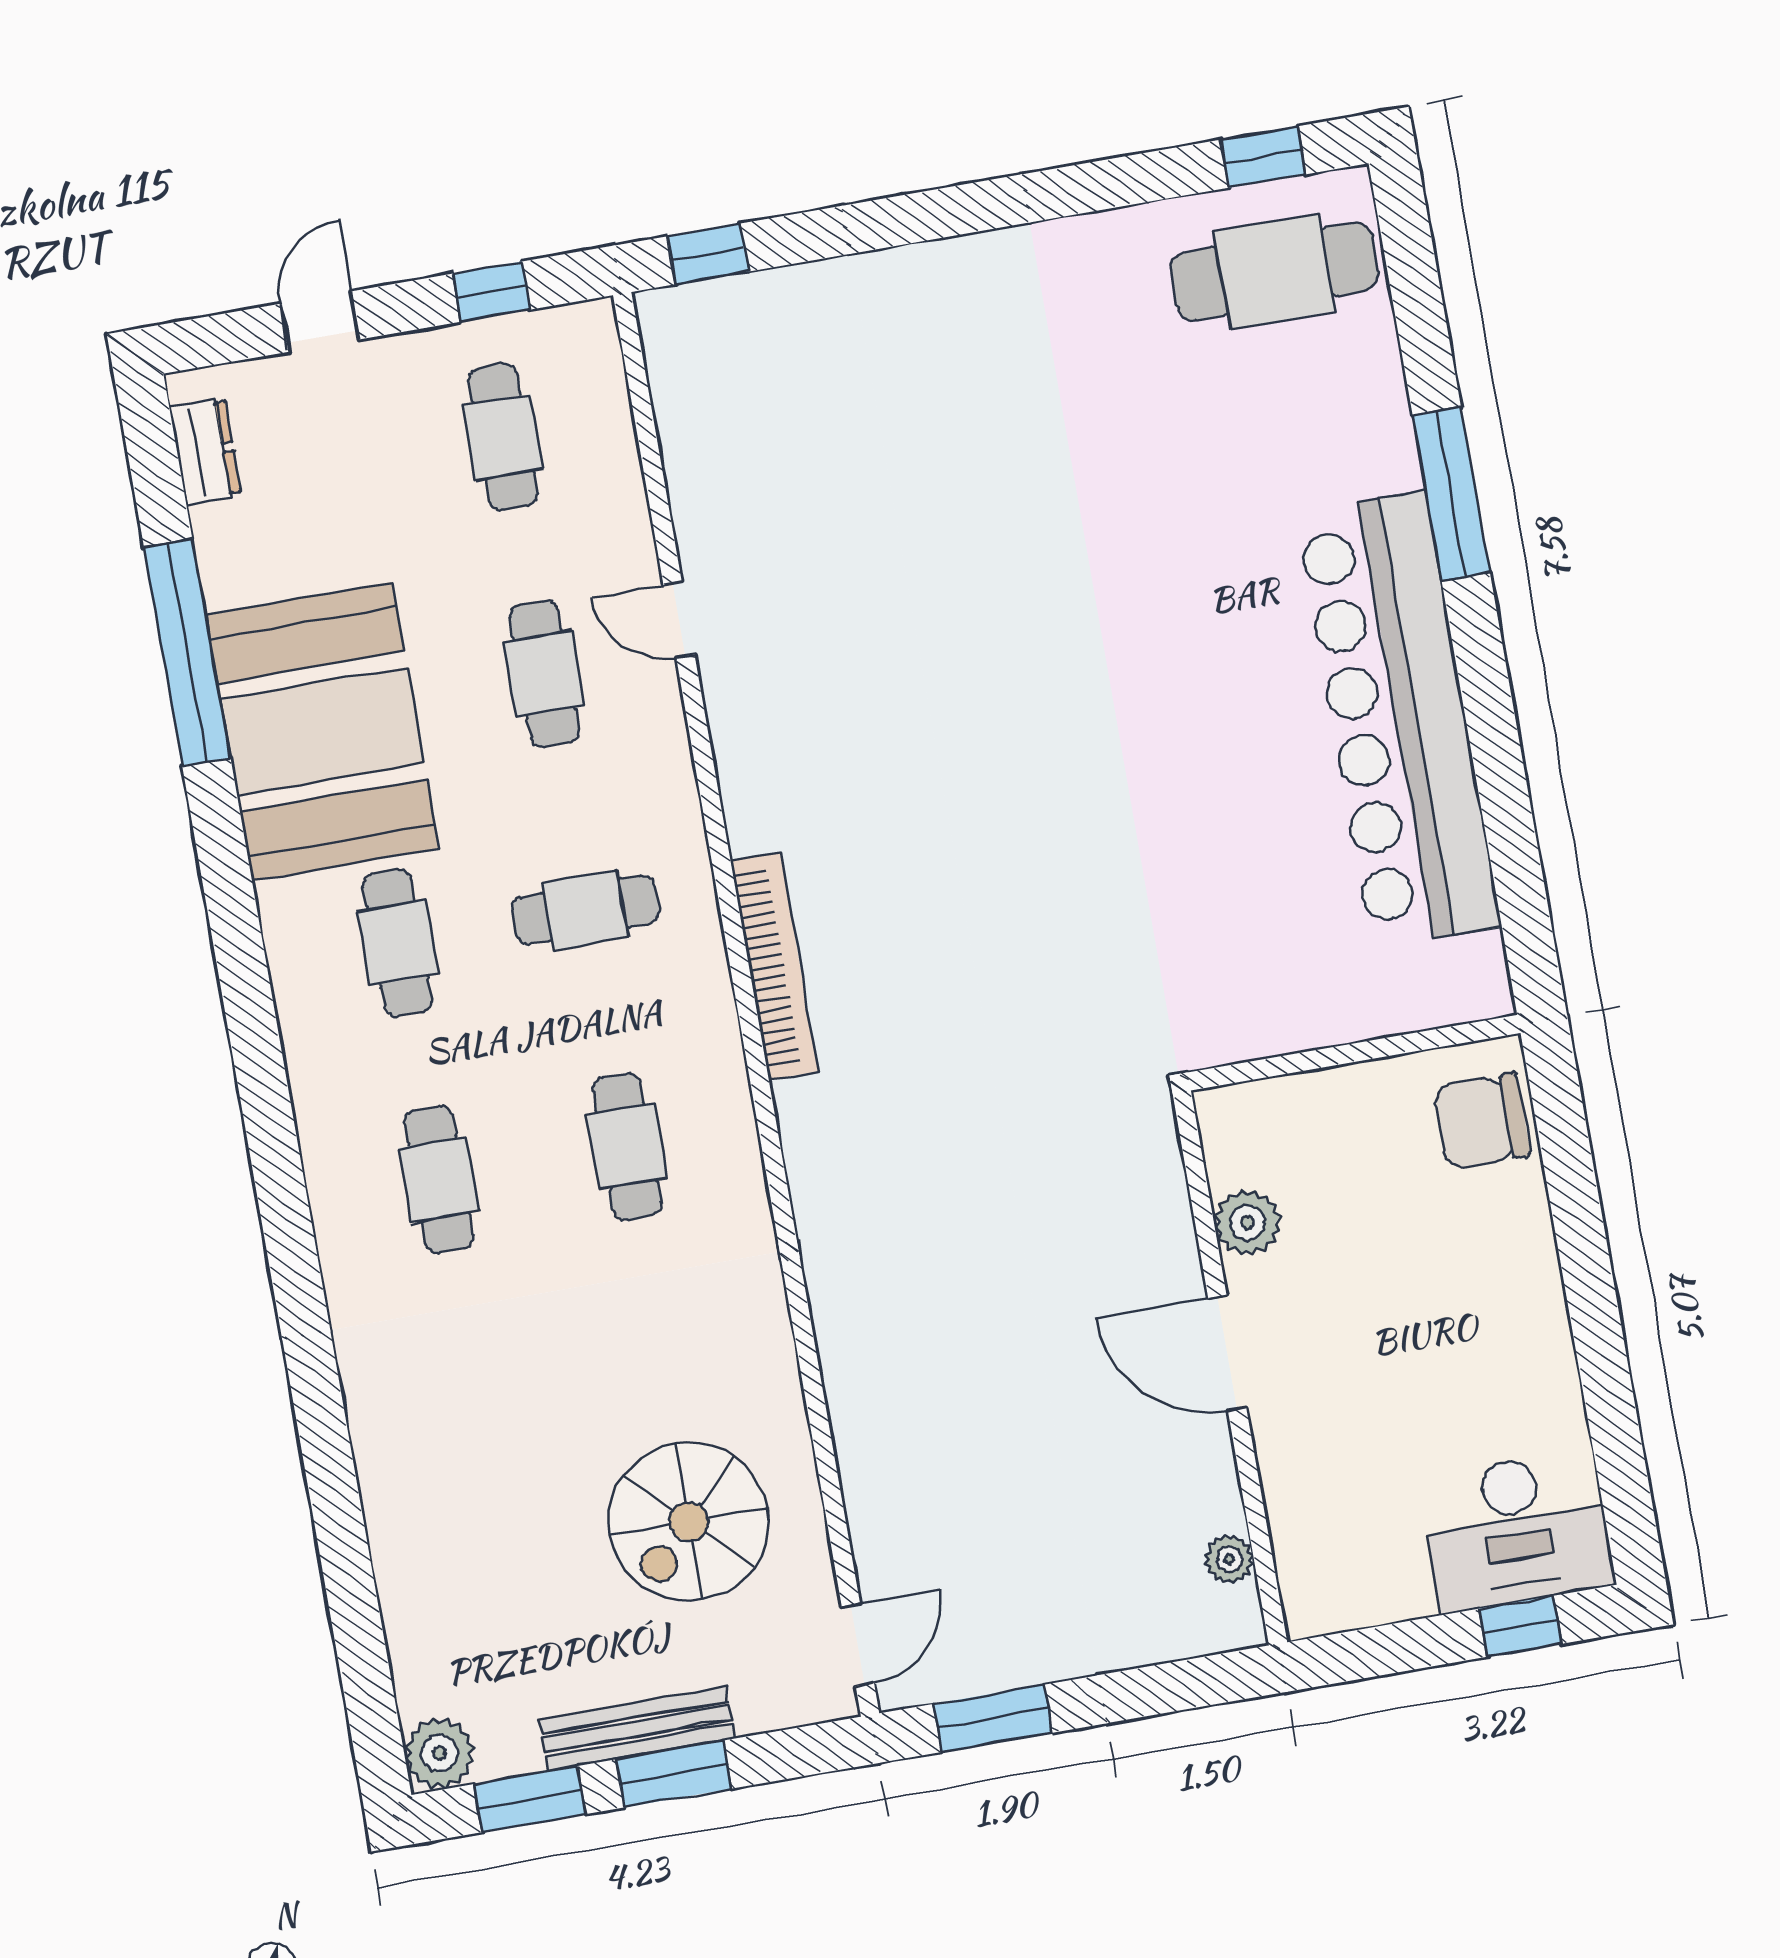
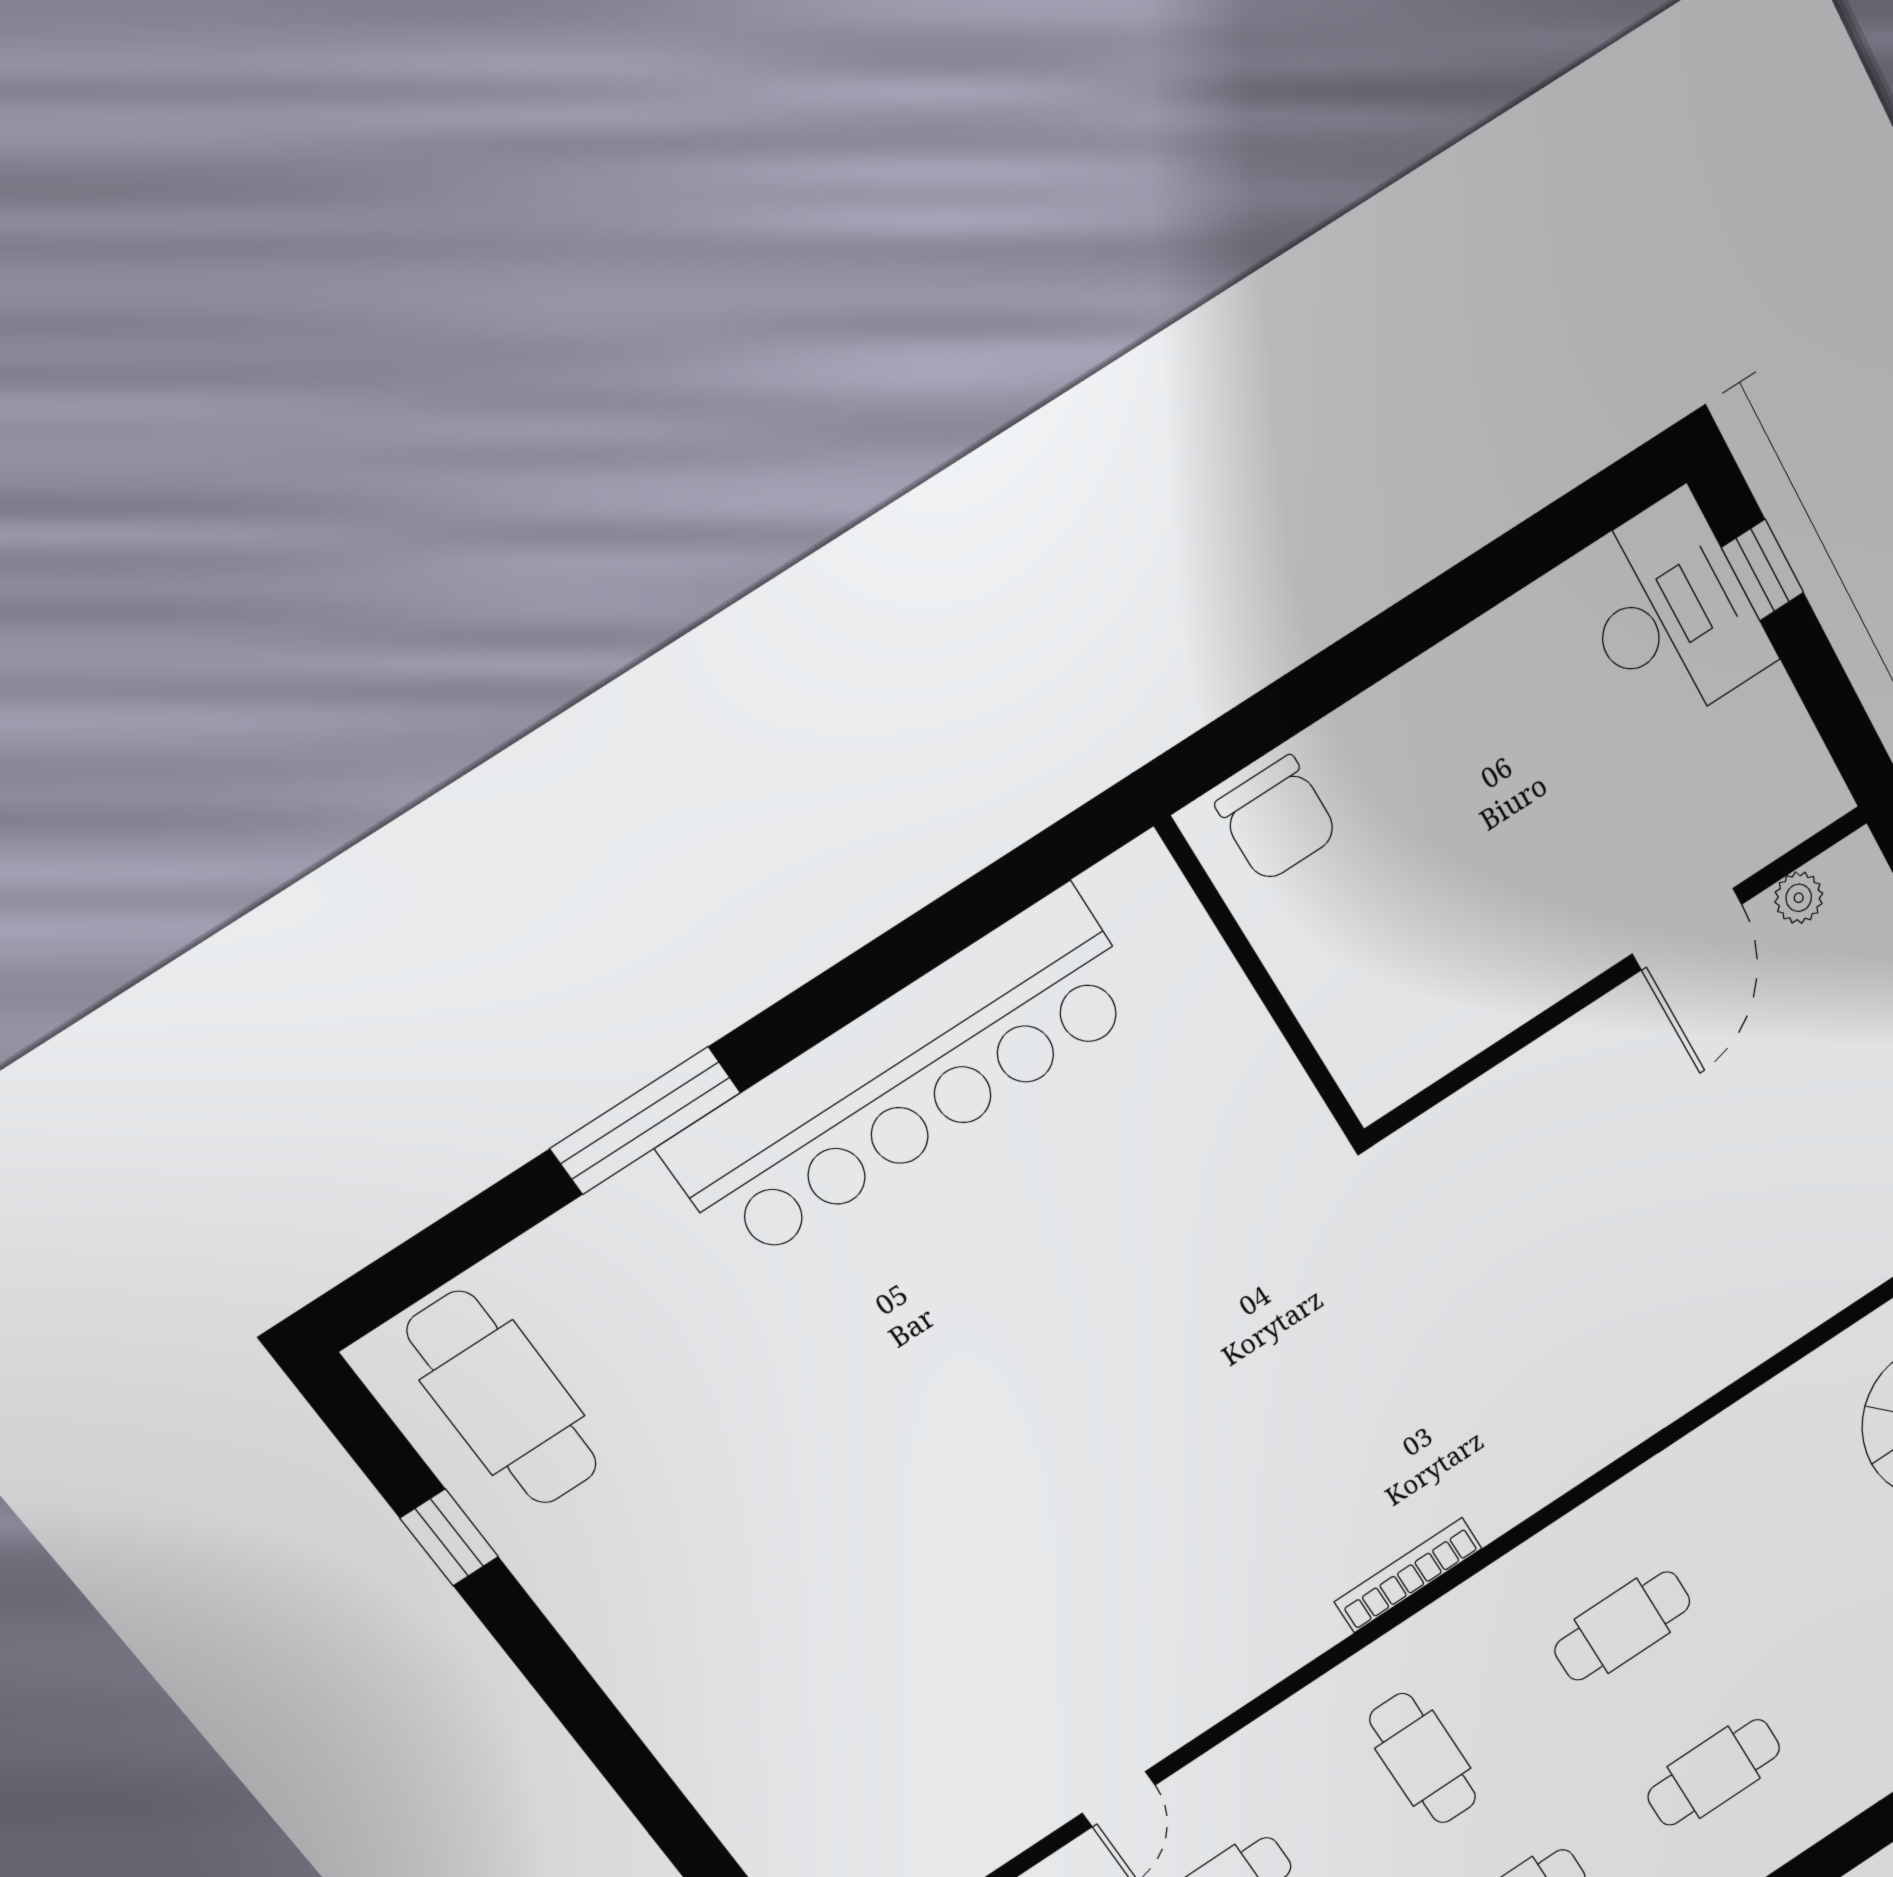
window: (1263, 157) -> (449, 1537), moved
bookcase: (774, 966) -> (1408, 1575), width x0.68, depth x0.76
plant: (1247, 1222) -> (1470, 1018), removed
door: (1227, 1353) -> (1687, 929), moved

